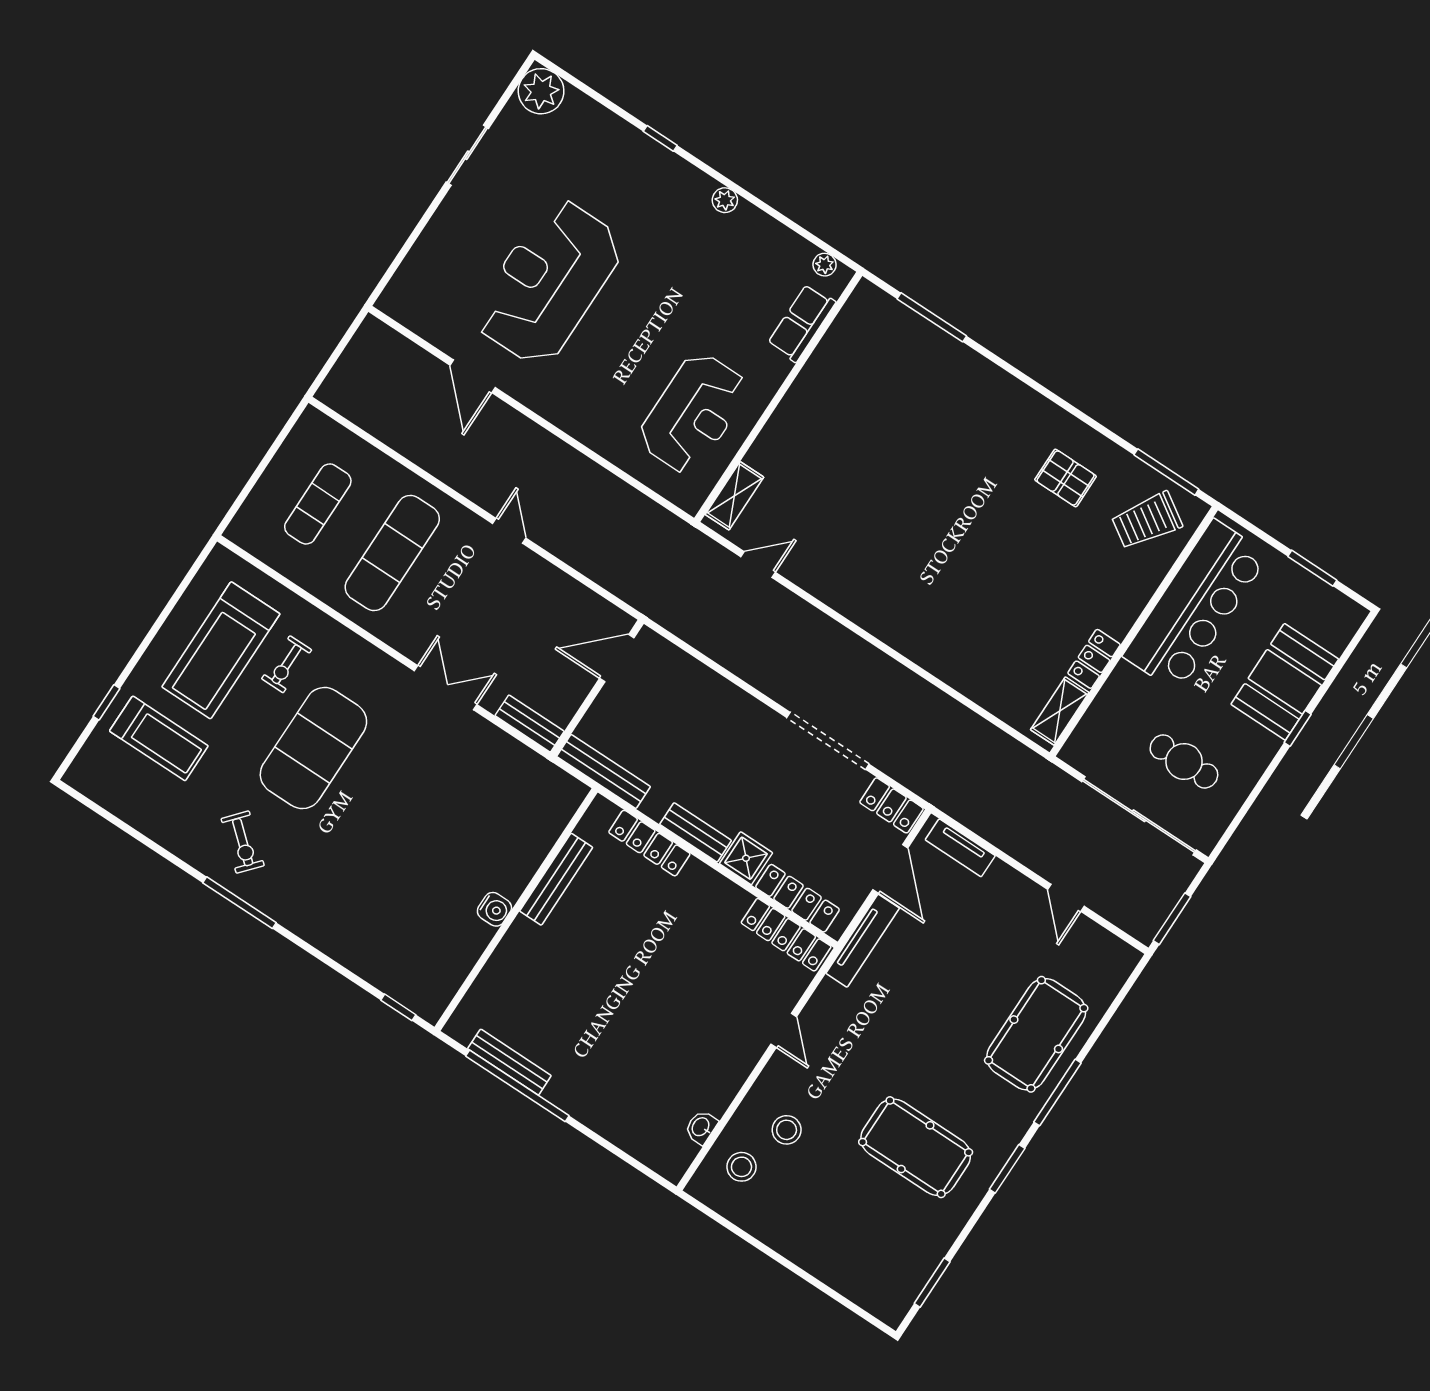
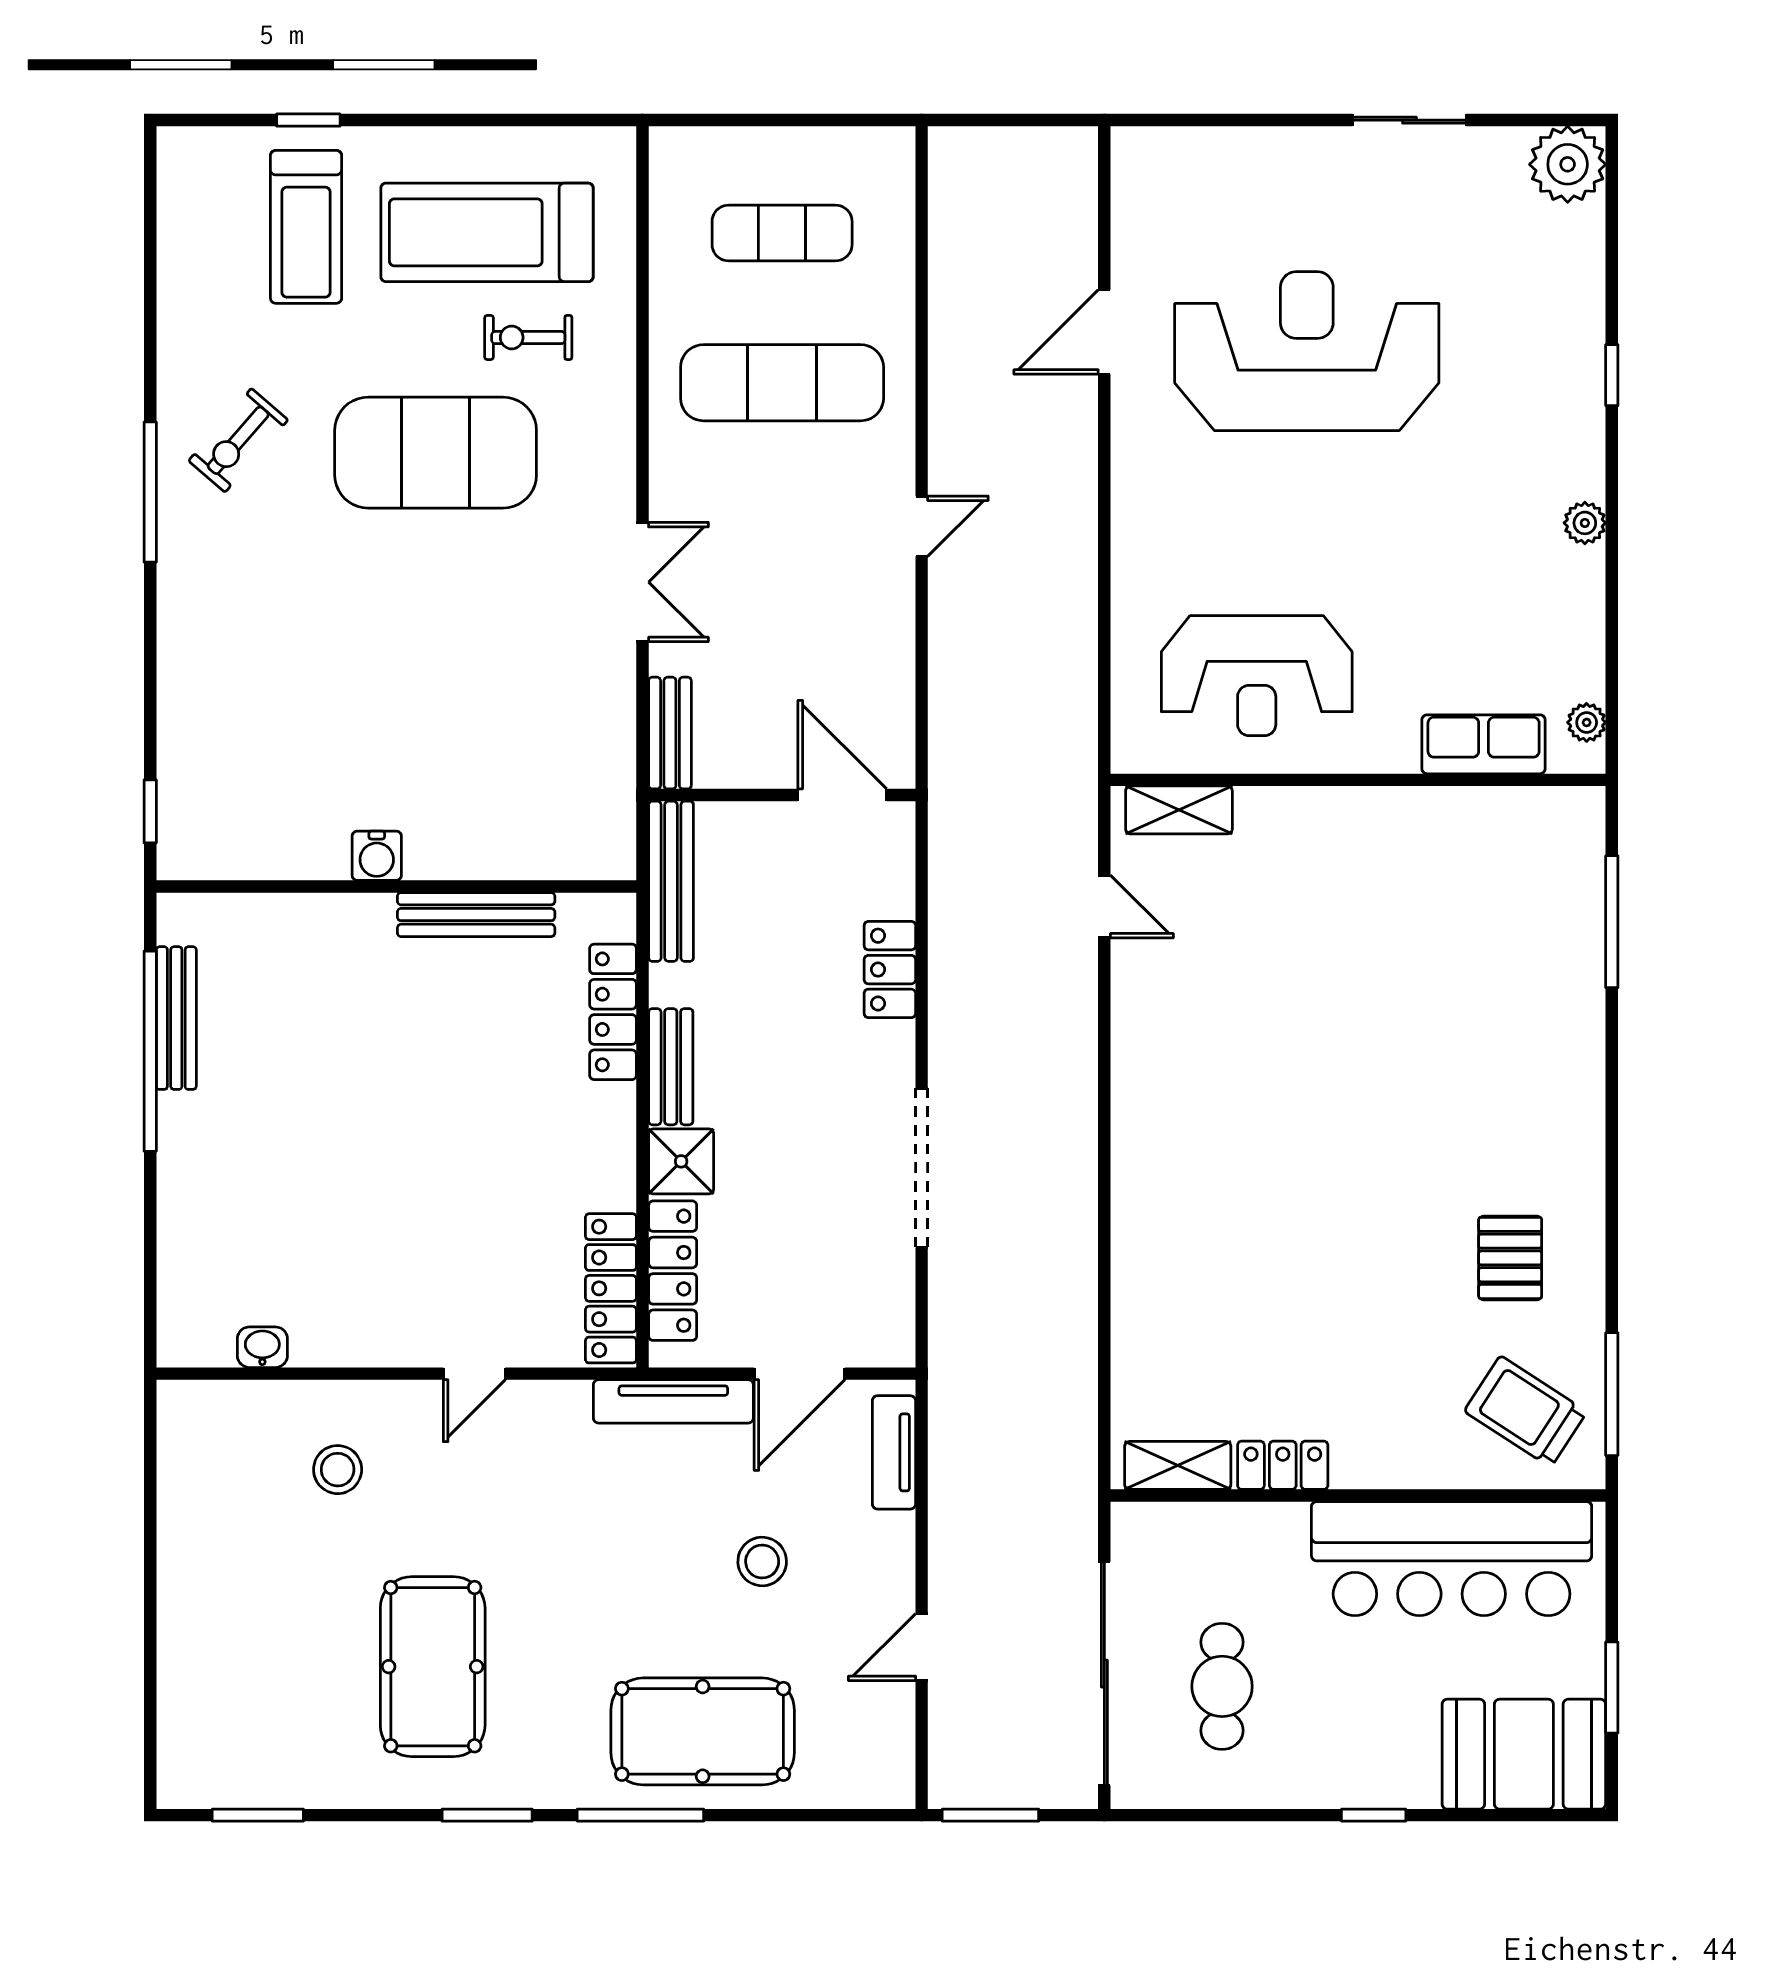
booth: (1285, 682) -> (1524, 1754), moved
locker: (891, 805) -> (890, 970), moved
stool: (741, 1167) -> (762, 1561), moved

